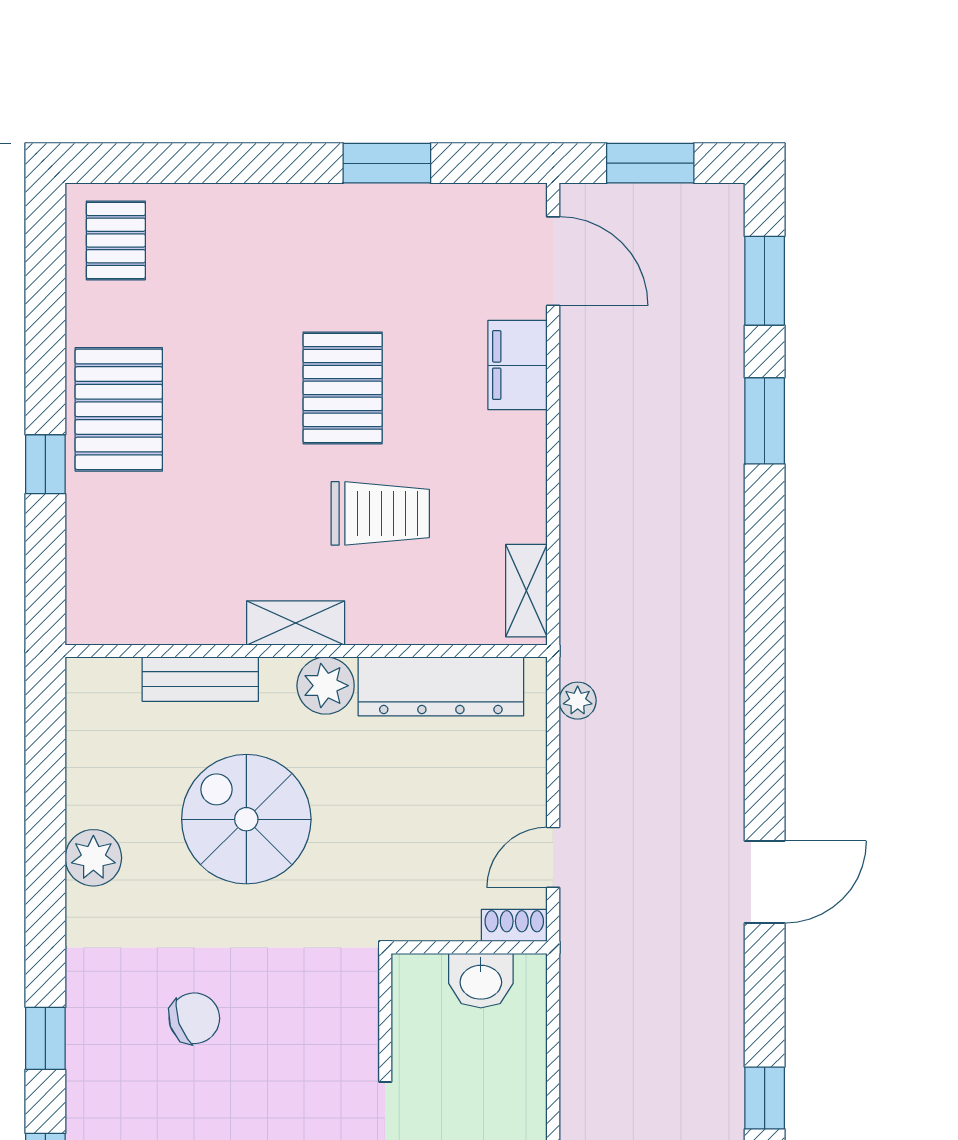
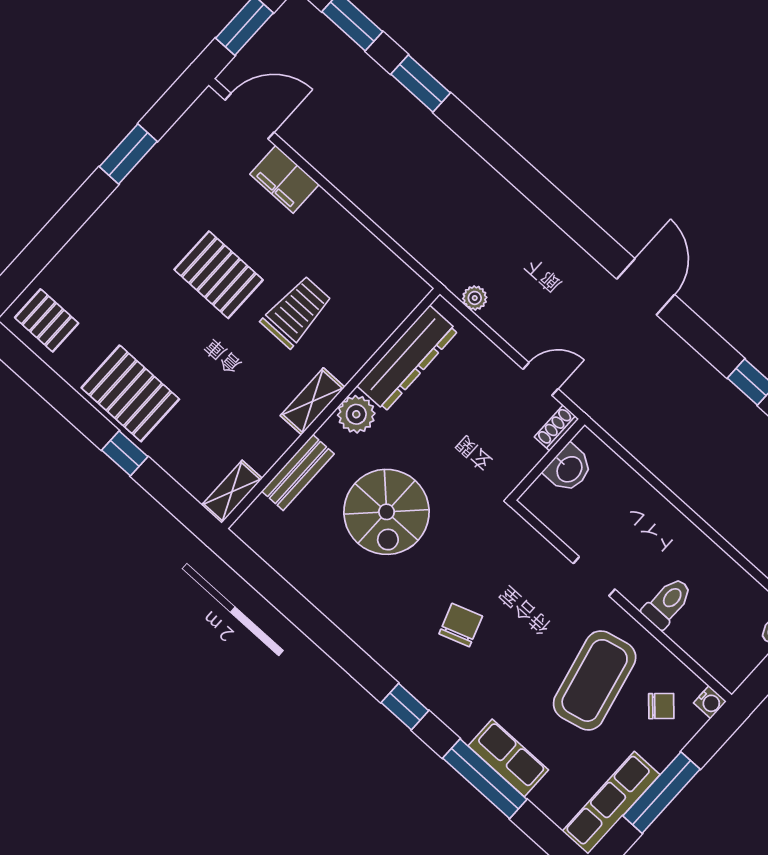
shelving: (526, 591) -> (232, 492), moved, turned 90
spiral stairs: (246, 819) -> (387, 512), turned -90
door: (553, 857) -> (540, 379), swing flipped
plant: (93, 858) -> (338, 604), removed

